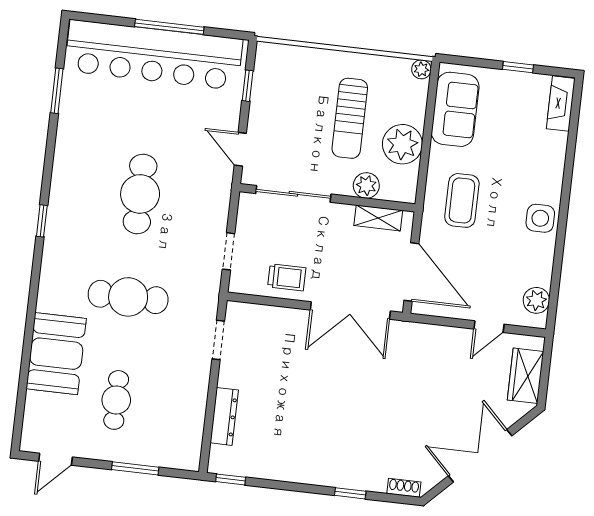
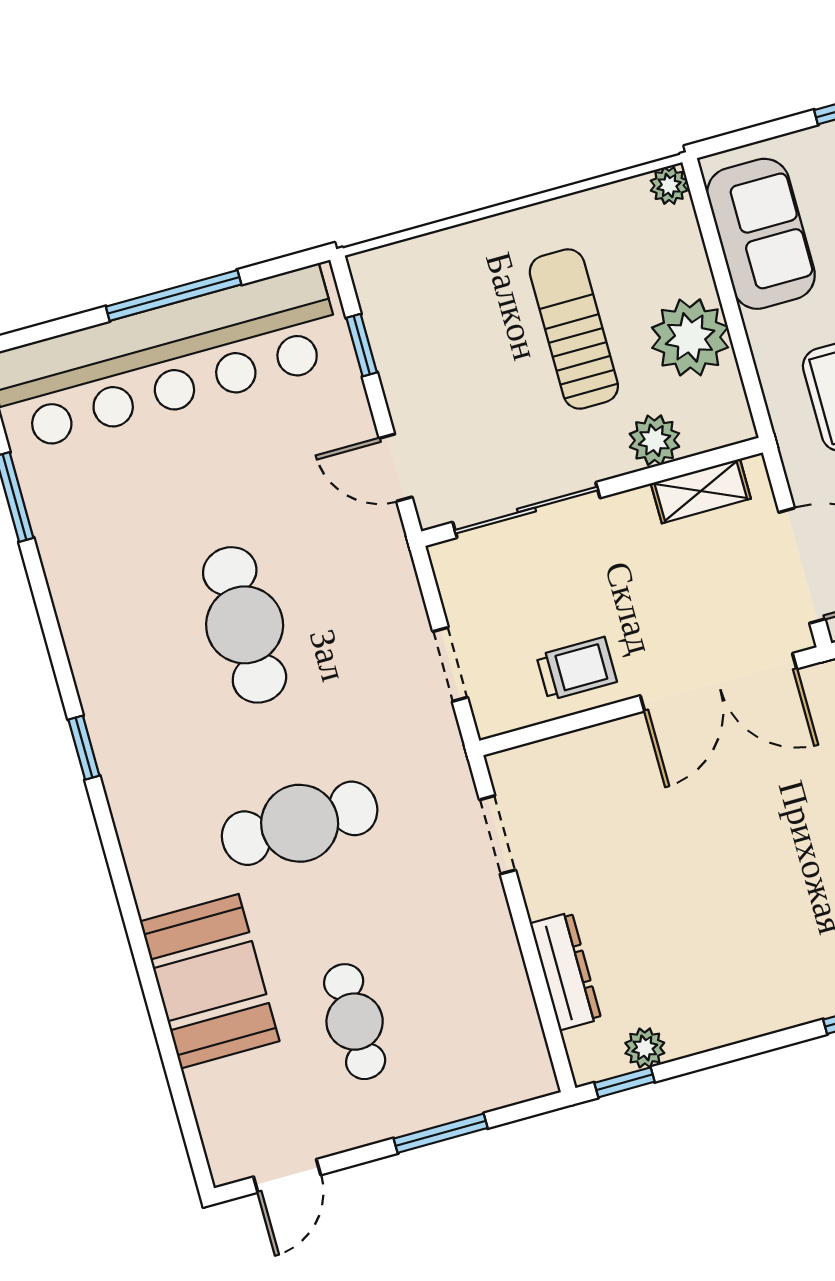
sun lounger: (350, 118) -> (574, 329), turned 180
plant: (247, 467) -> (645, 1048), added

